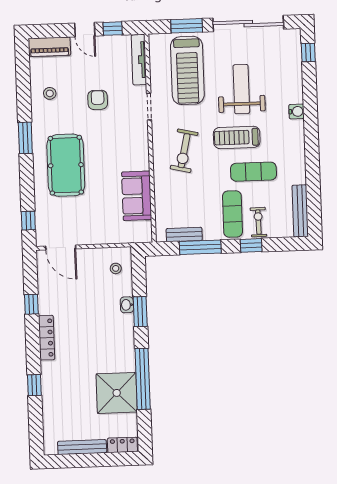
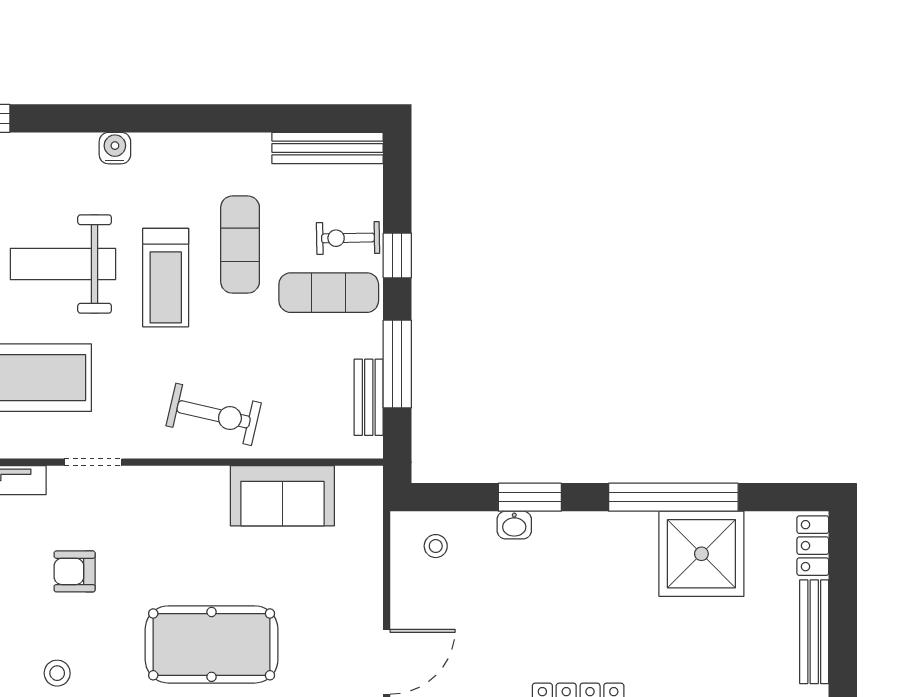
exercise bike: (184, 151) -> (214, 414), moved

